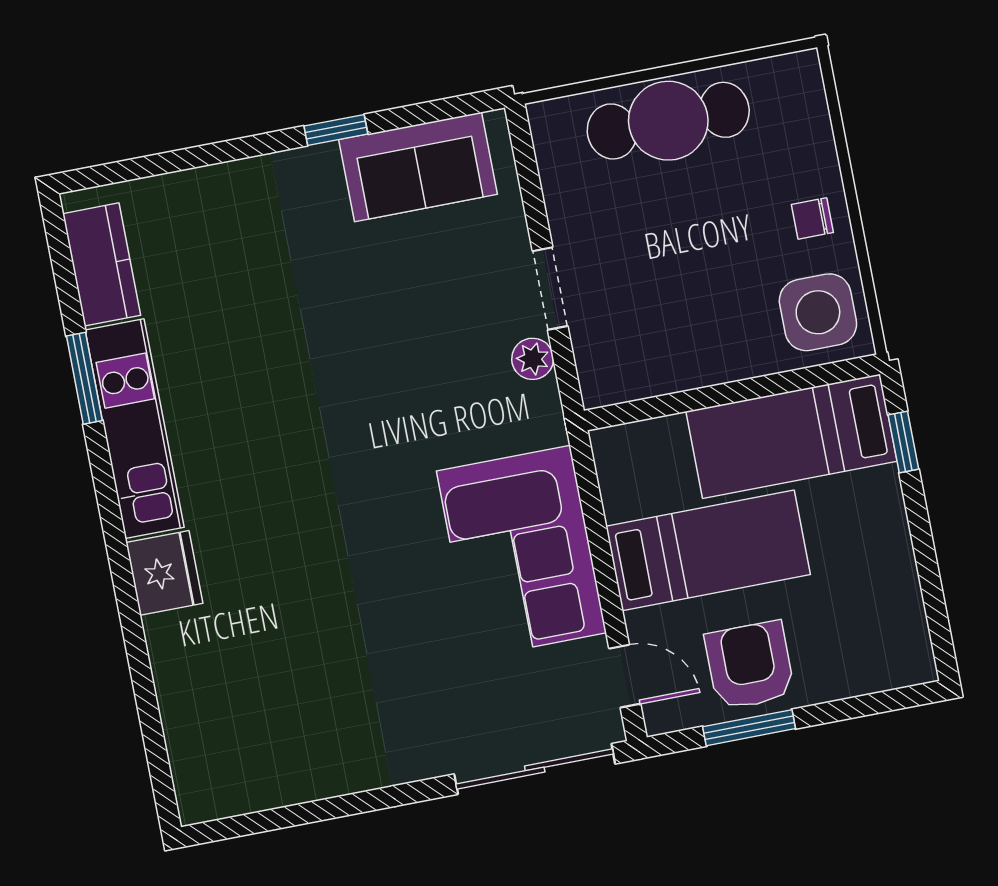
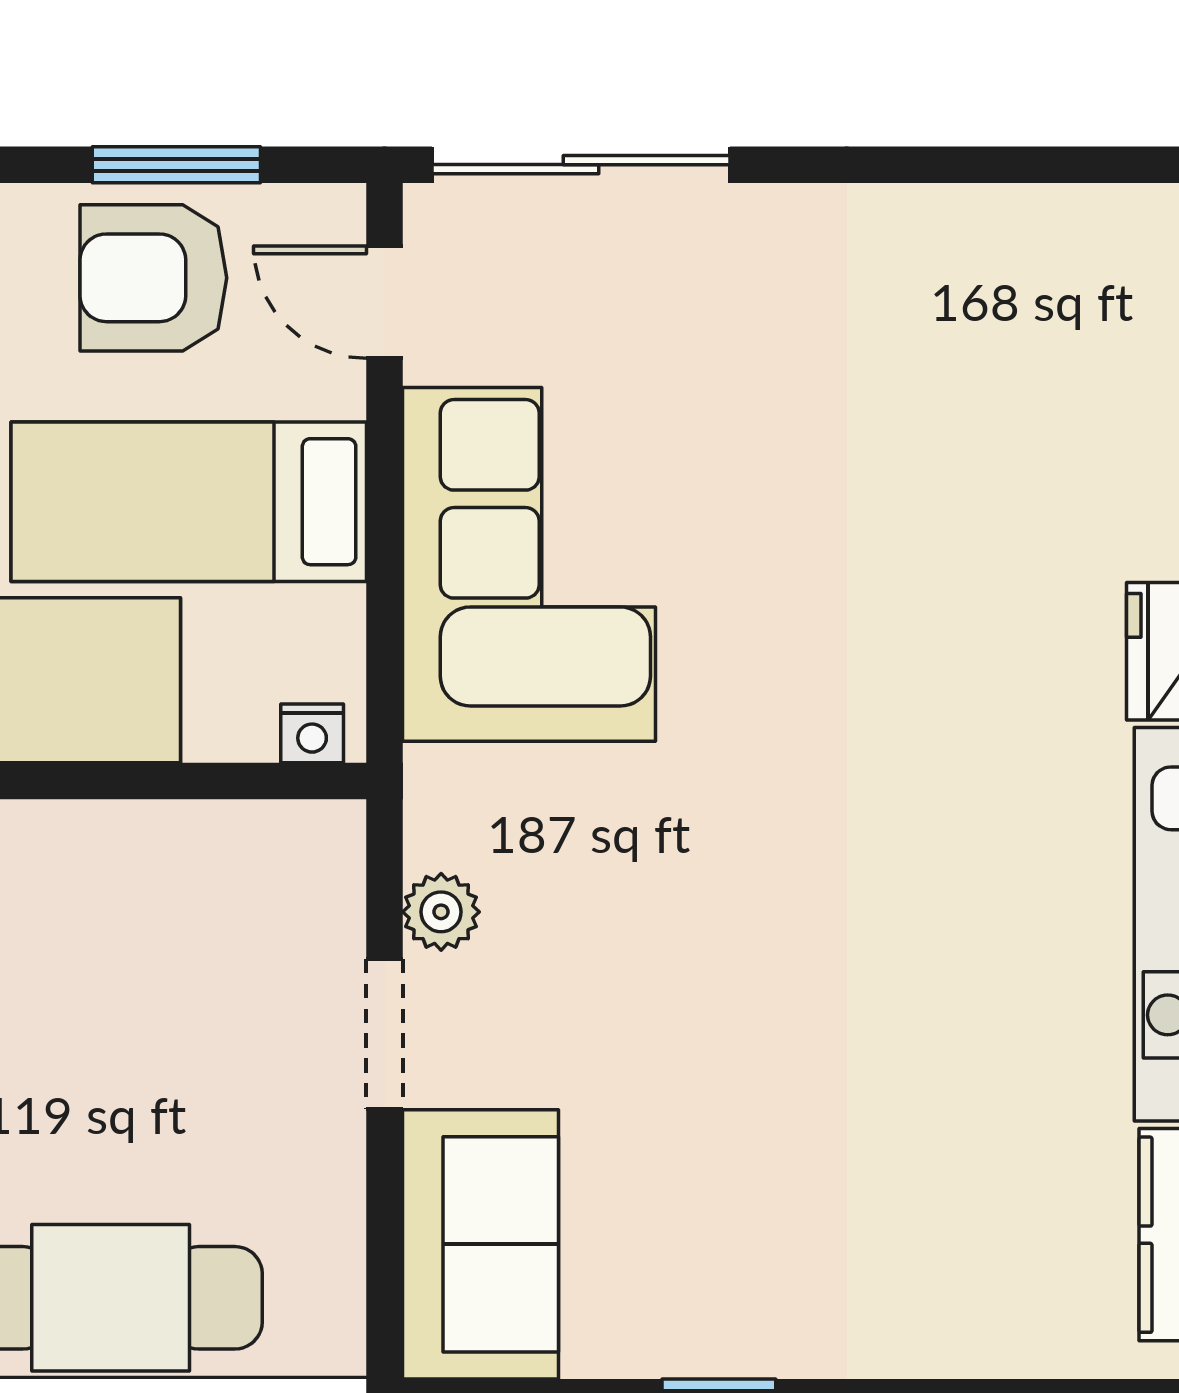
sofa: (418, 167) -> (480, 1244), moved, turned 90
nightstand: (619, 440) -> (312, 733), added
armchair: (750, 665) -> (153, 278), turned 90

